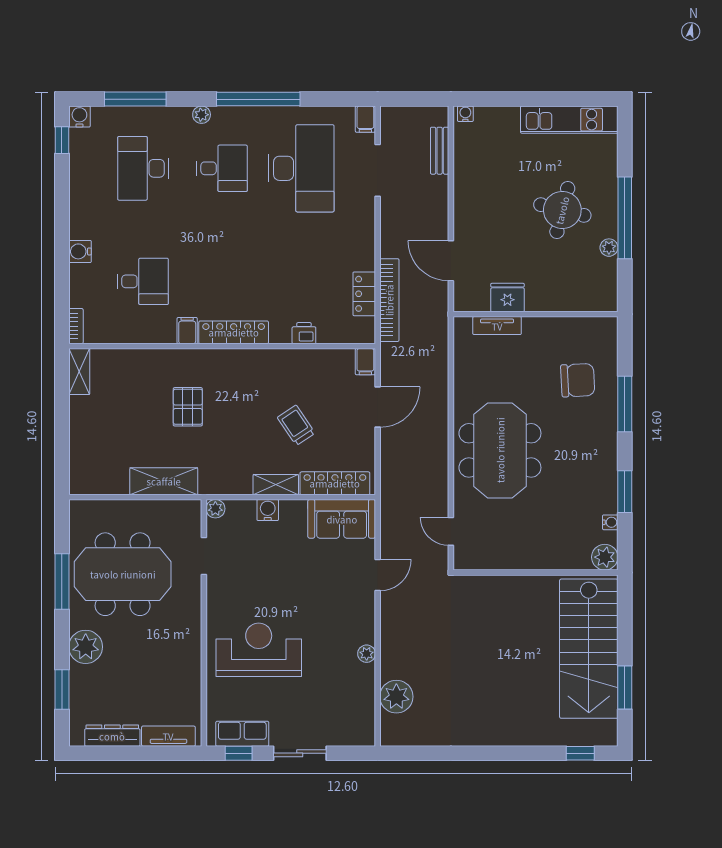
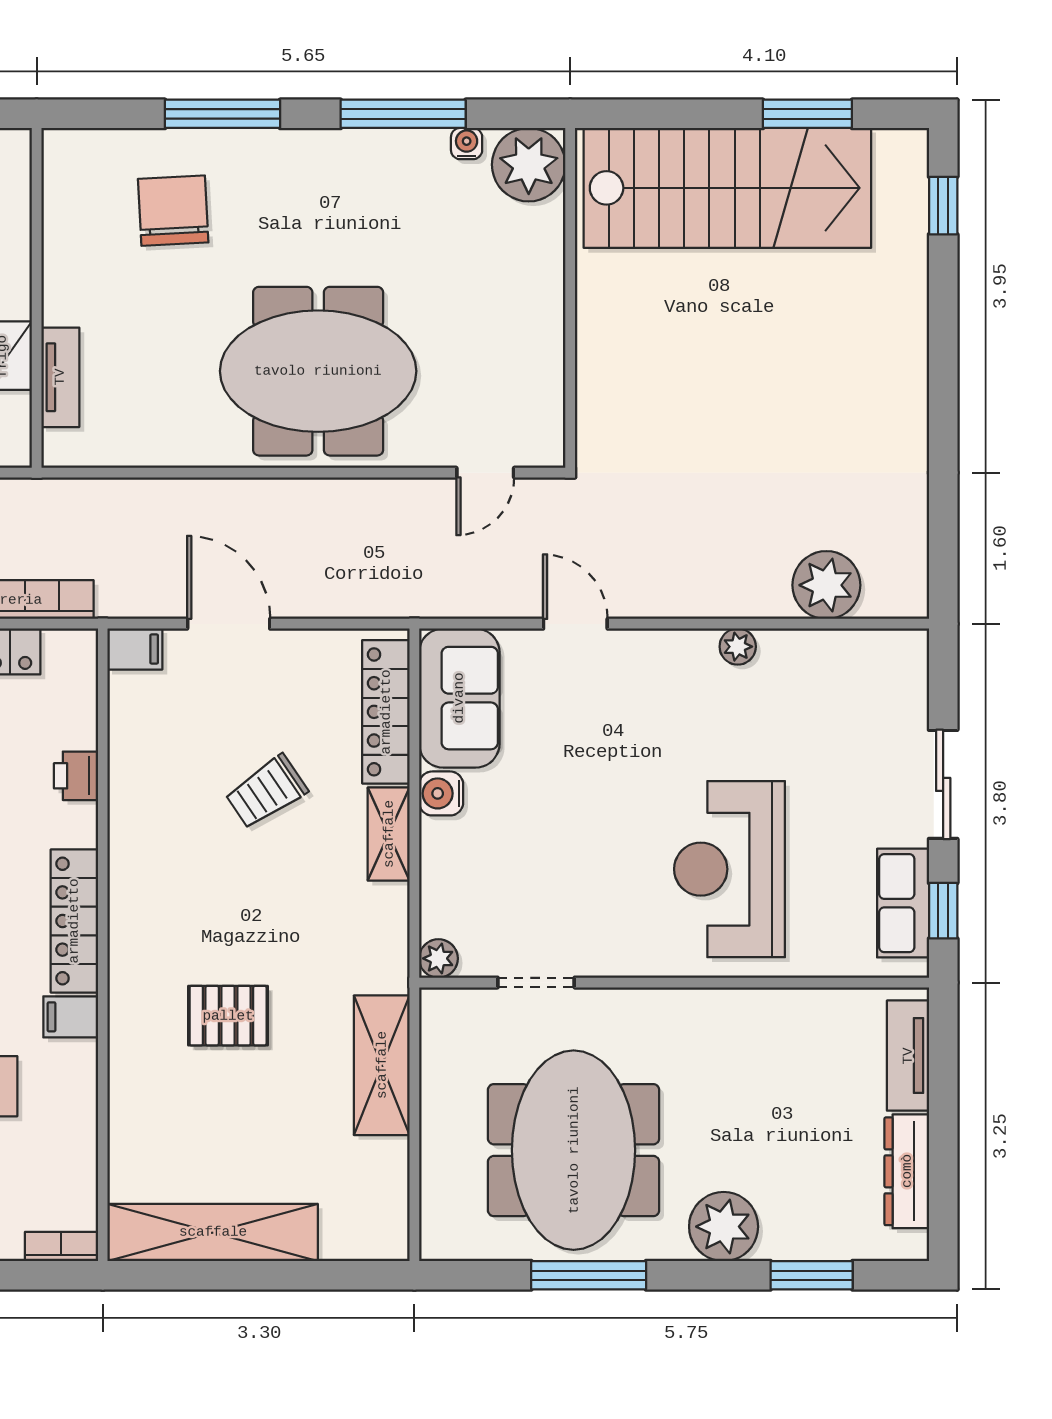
shelving: (79, 372) -> (213, 1232), width x2.20, depth x1.33
window: (625, 492) -> (403, 114), width x1.44
water cooler: (268, 510) -> (441, 793), moved
plant: (605, 557) -> (529, 165), width x1.36, depth x1.36

